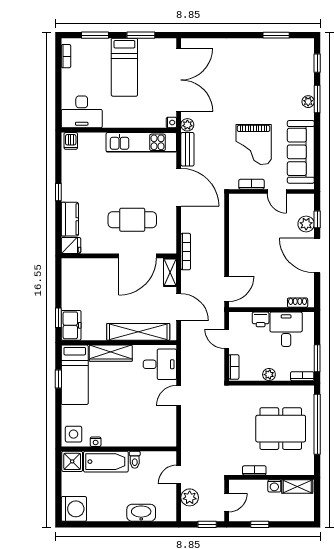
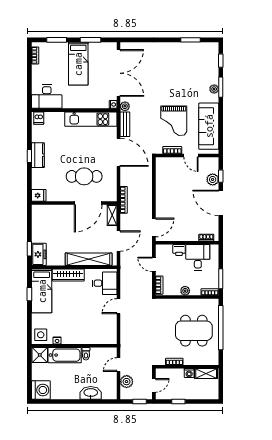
kitchen counter: (70, 219) -> (38, 155), moved
door: (179, 307) -> (118, 241), hinge flipped

